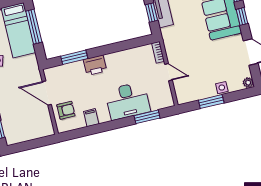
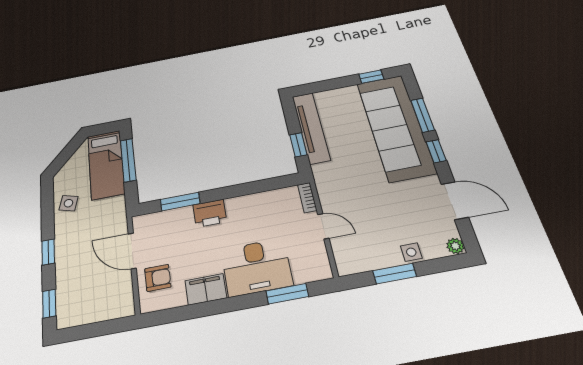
filing cabinet: (91, 118) -> (206, 289), width x2.00

